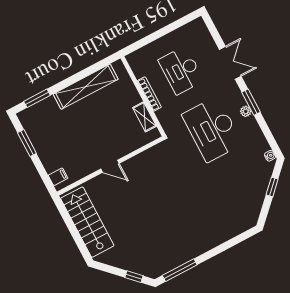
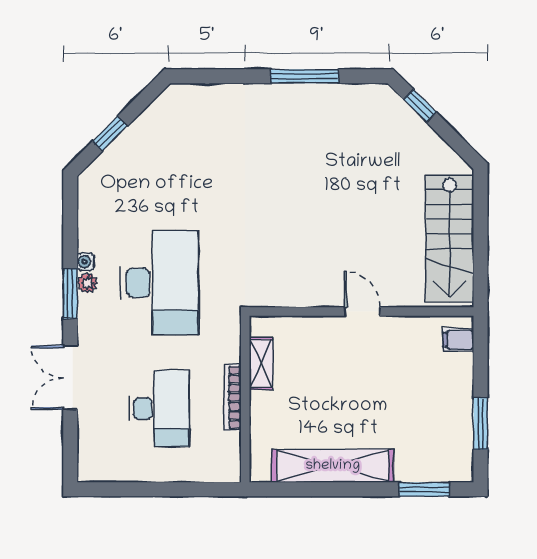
water cooler: (270, 156) -> (86, 262), moved
window: (180, 270) -> (305, 76), moved

